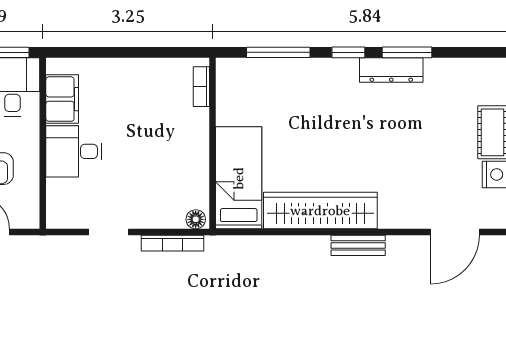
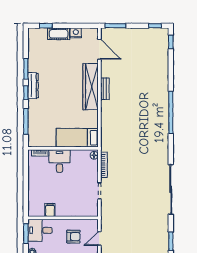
dresser: (391, 70) -> (33, 86), moved
filing cabinet: (62, 99) -> (50, 210), width x0.50
desk: (74, 151) -> (60, 161), moved, turned 180
wardrobe: (320, 211) -> (91, 87), moved

